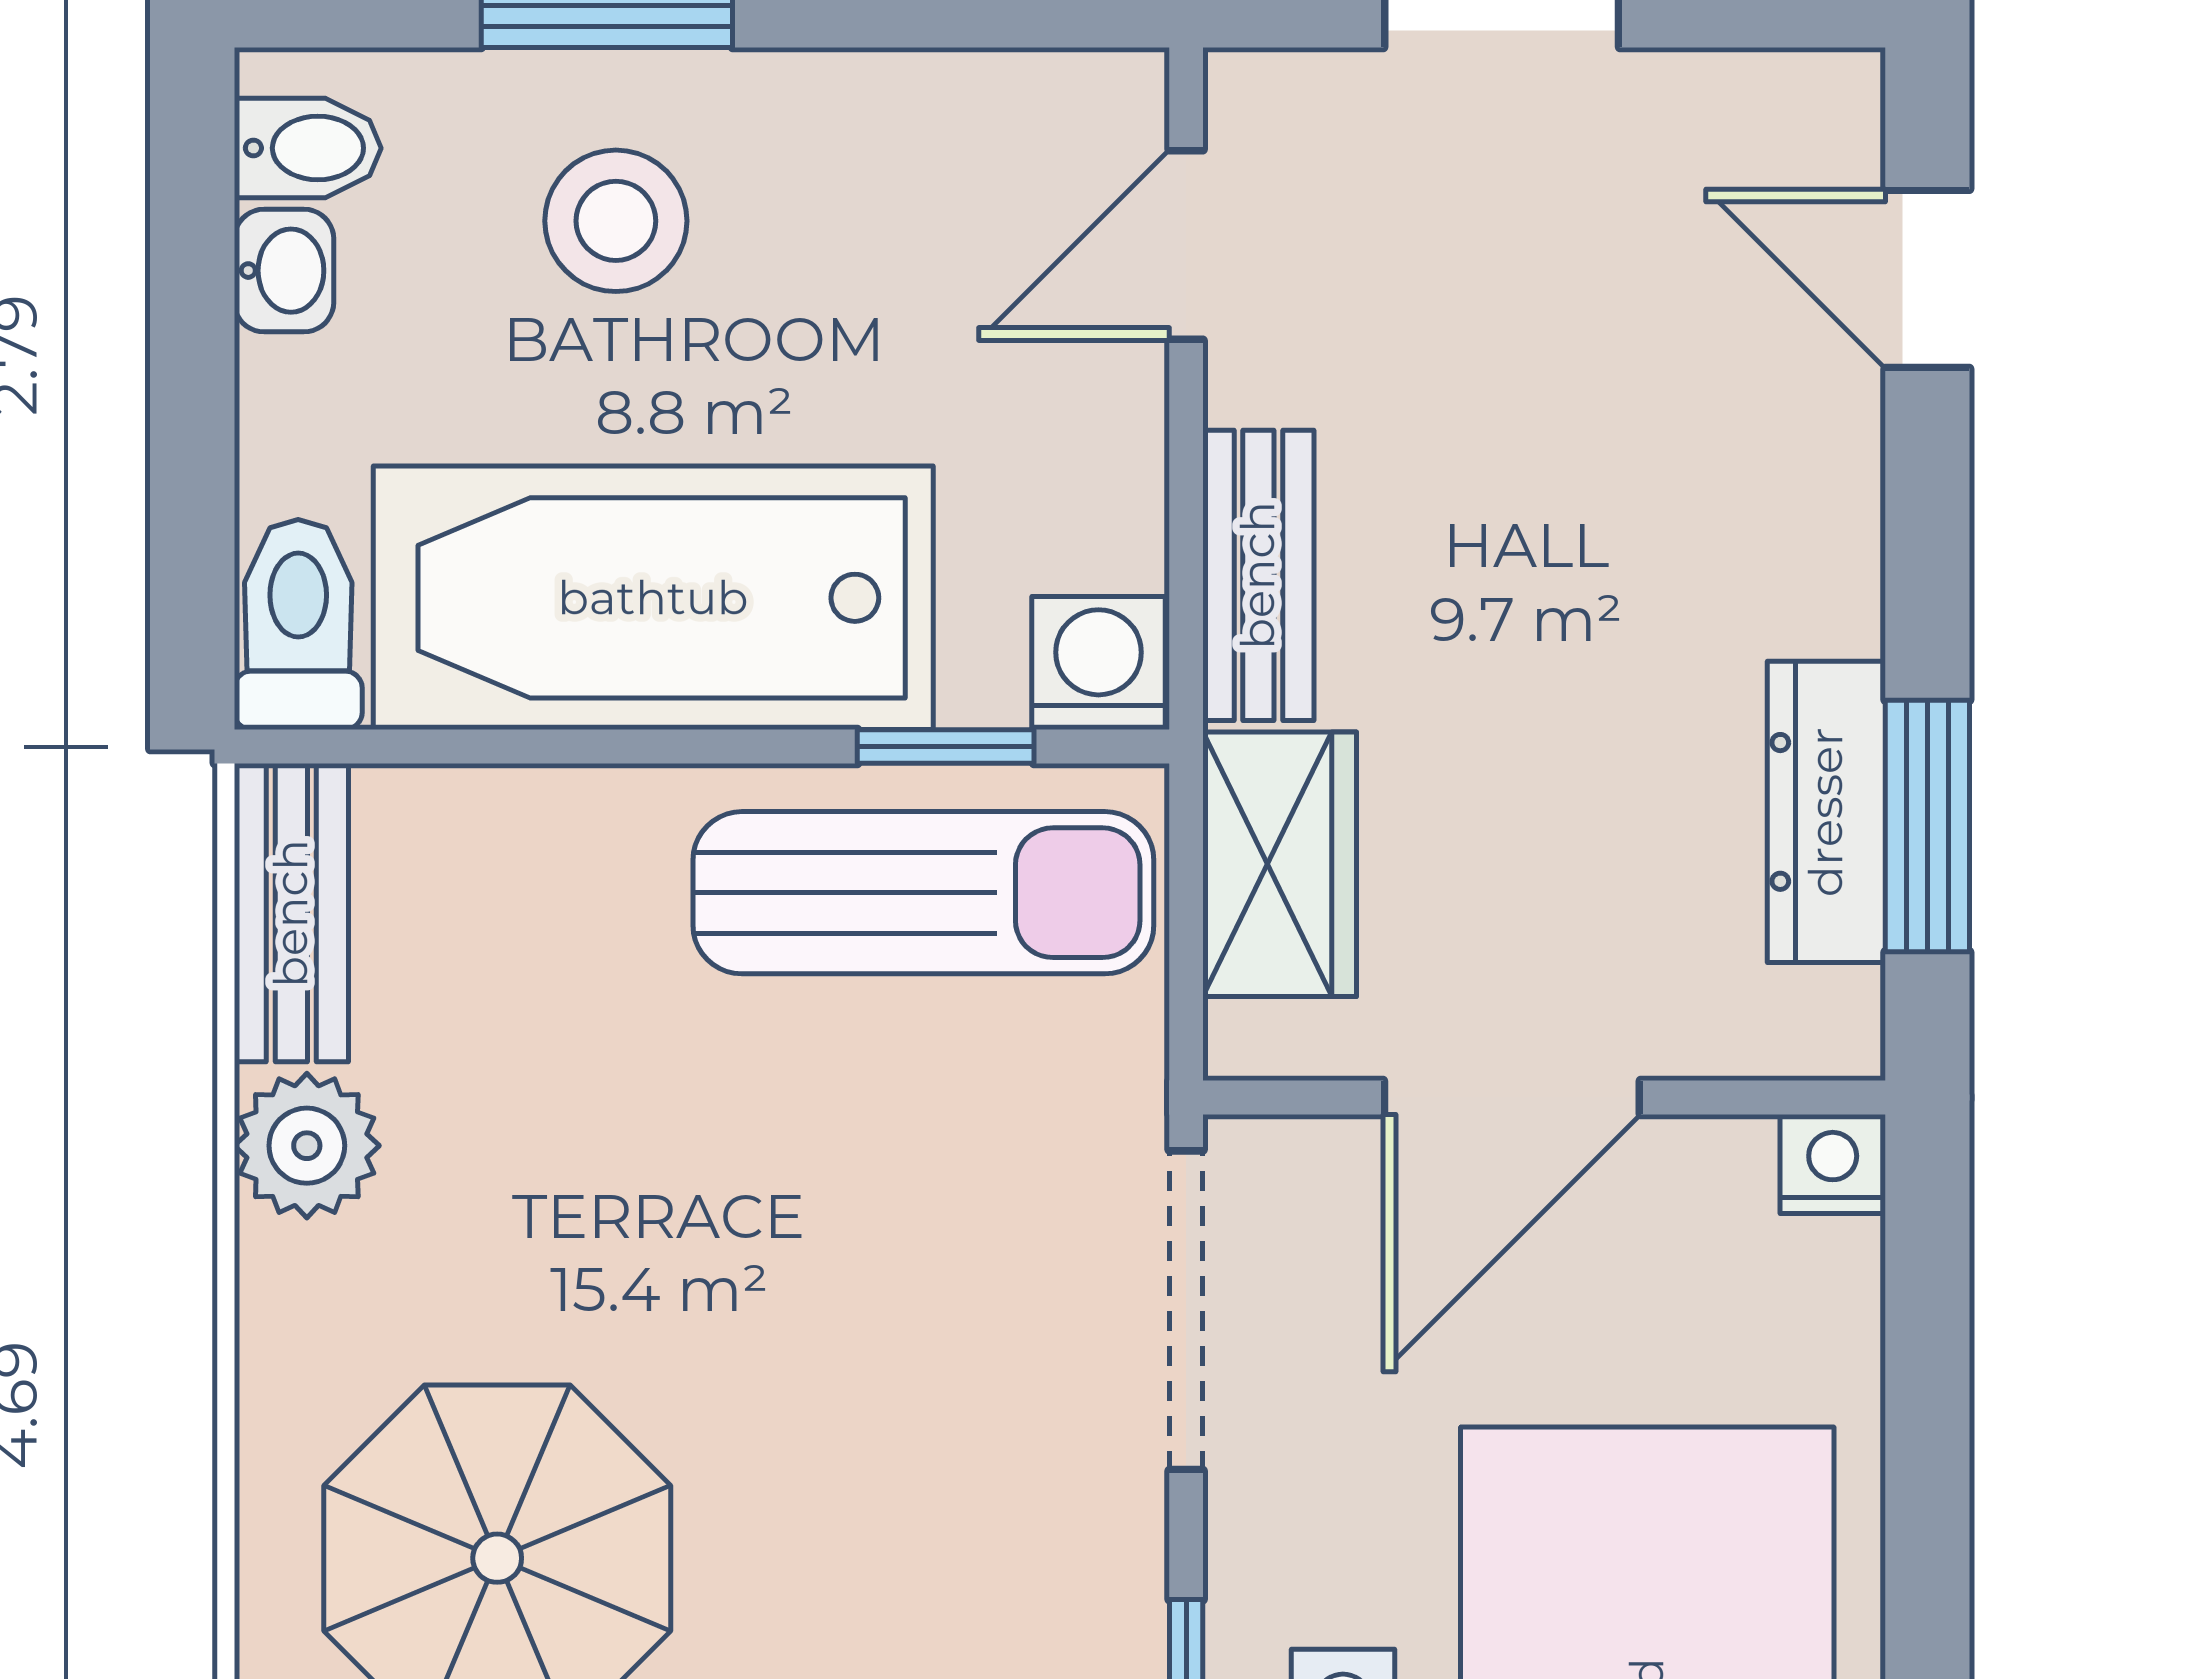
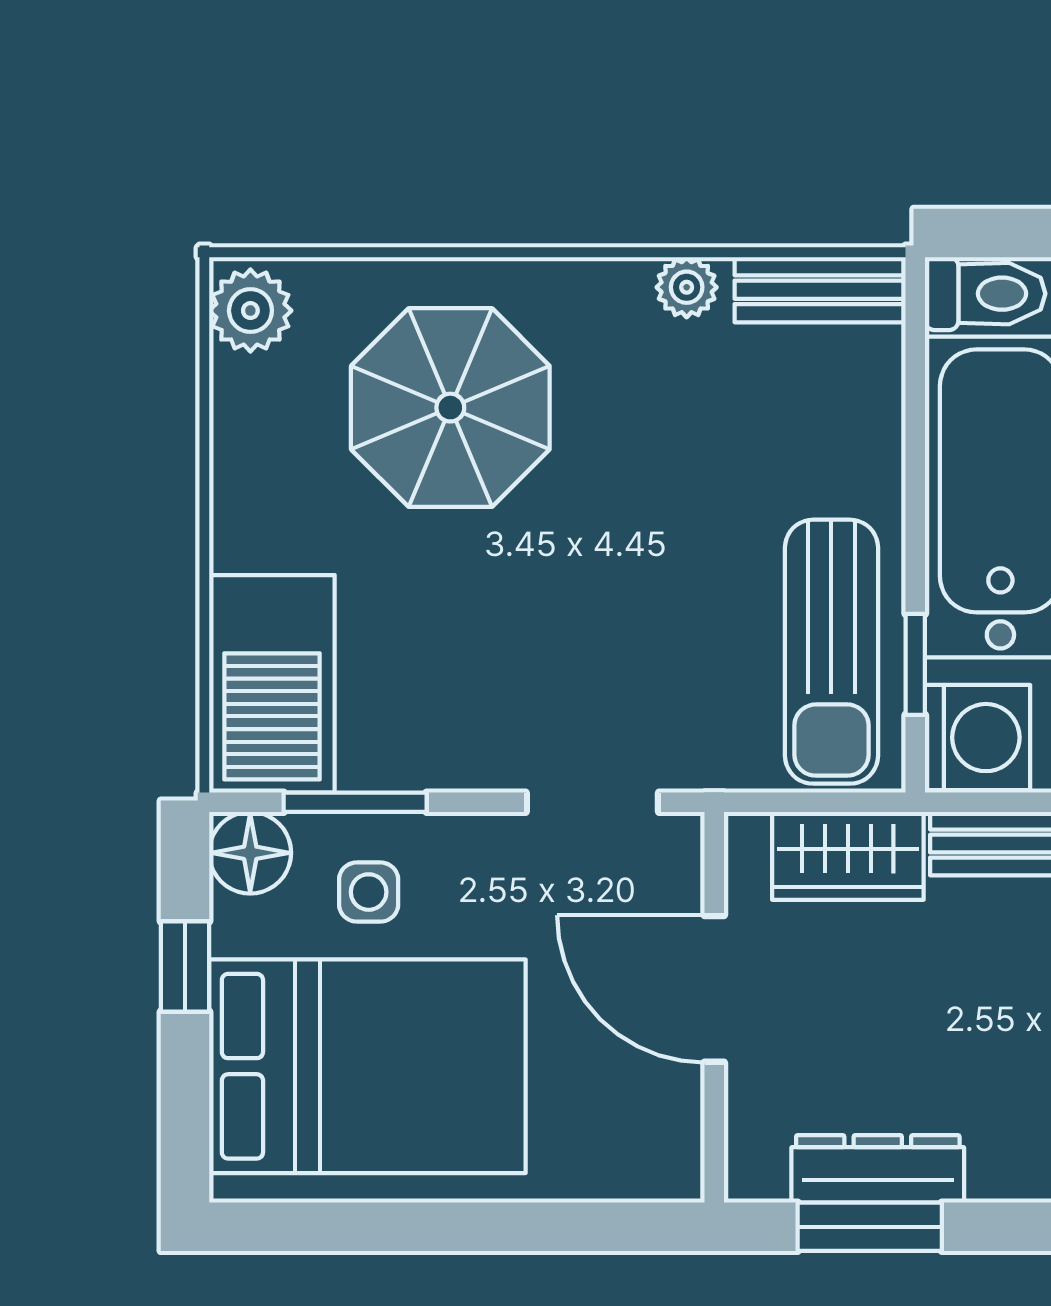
washing machine: (1098, 663) -> (978, 738), width x1.38, depth x1.38
plant: (307, 1146) -> (687, 287), width x0.73, depth x0.73
nightstand: (1833, 1164) -> (676, 1172), removed
doorway: (1186, 1310) -> (592, 802), width x0.73

